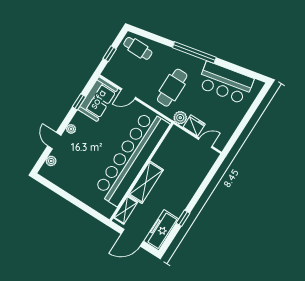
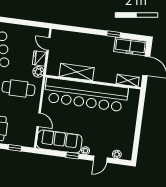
sofa: (98, 99) -> (59, 142), width x1.36
window: (79, 102) -> (72, 156), moved
shelving: (146, 182) -> (77, 72), moved

